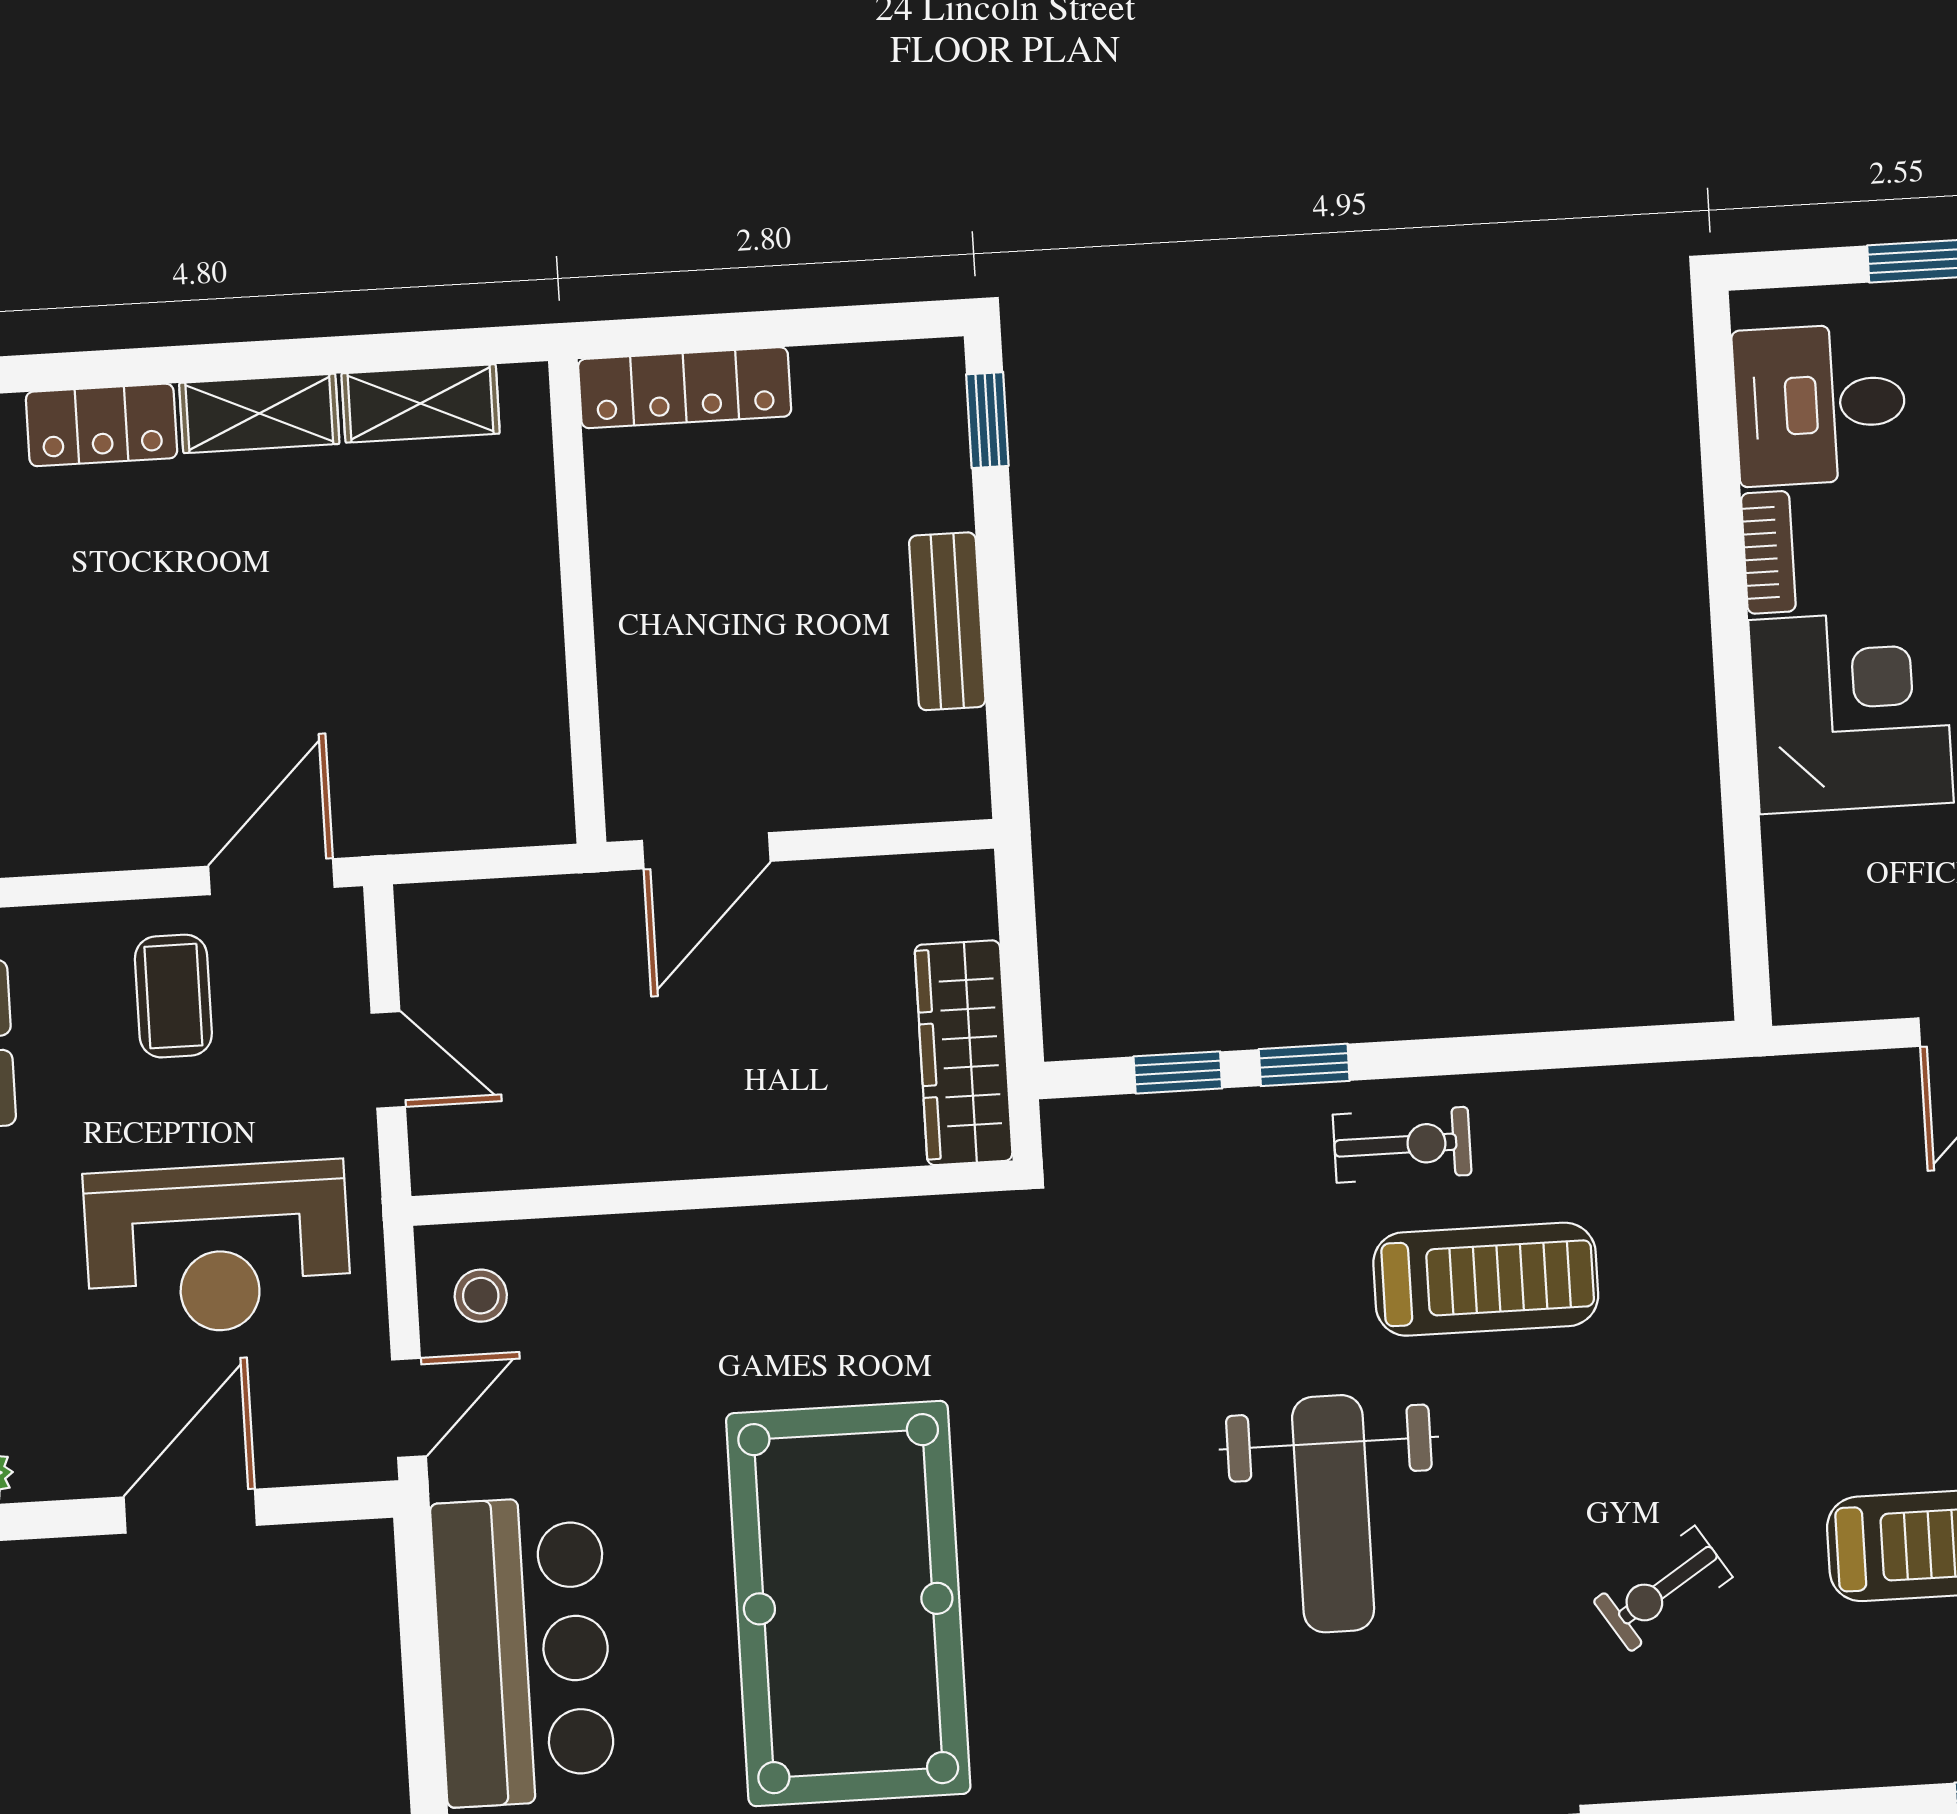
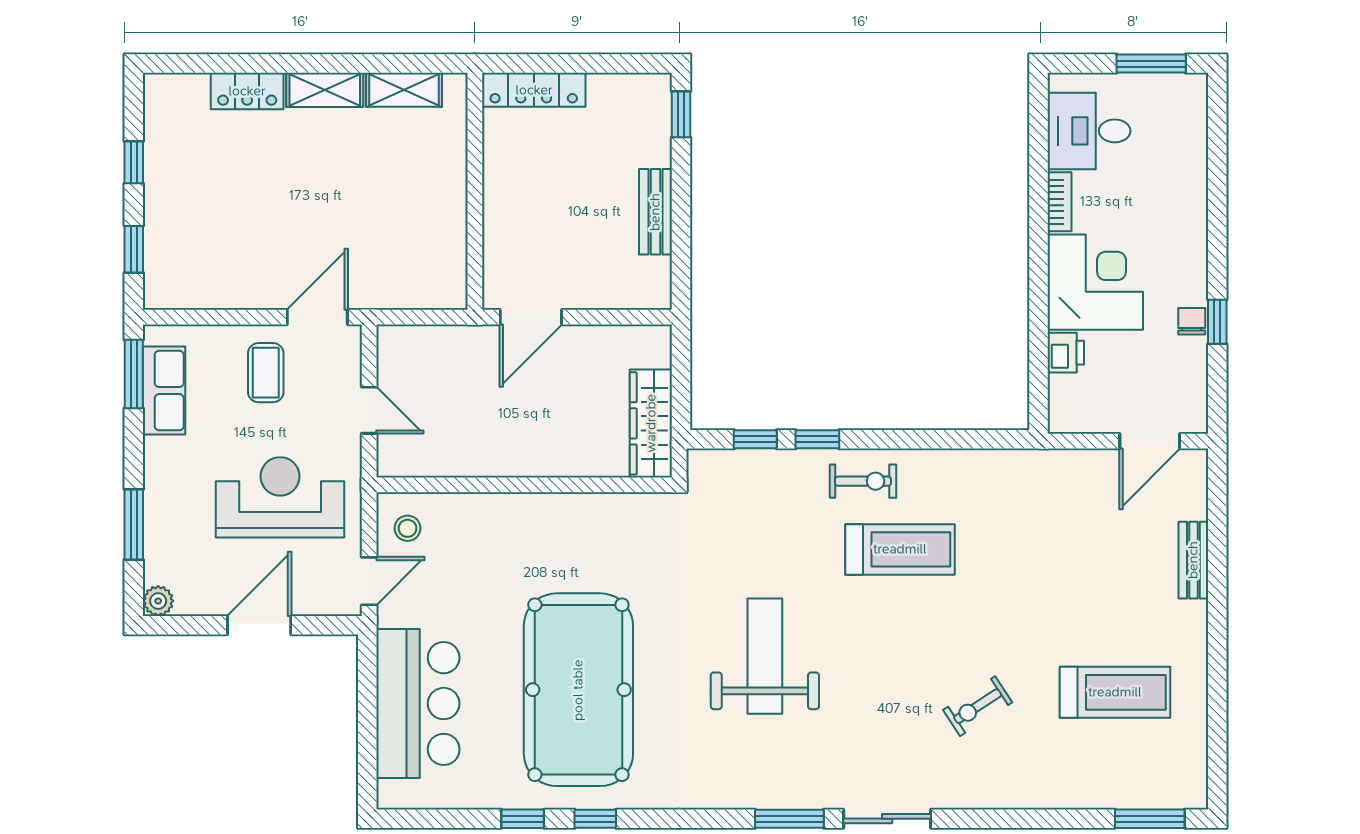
printer: (1799, 859) -> (1066, 353), added
reception desk: (218, 1248) -> (280, 497), turned 180
weight bench: (1333, 1514) -> (765, 656), moved, turned 180

